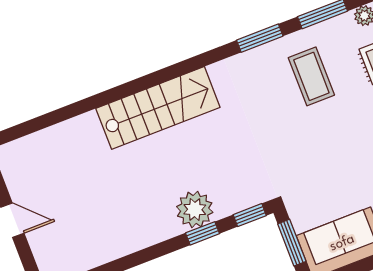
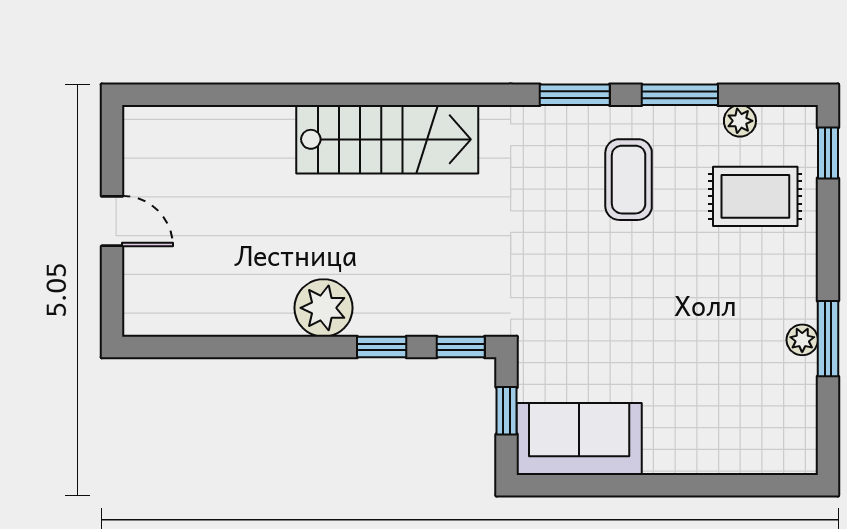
plant: (195, 210) -> (324, 308), moved
window: (292, 243) -> (507, 411), width x0.67

